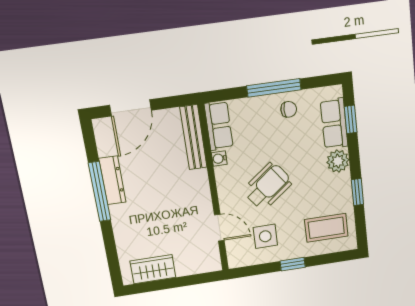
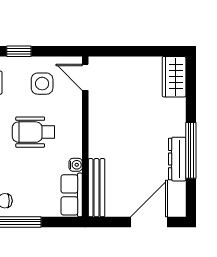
wheelchair: (268, 186) -> (33, 132), turned 37
door: (219, 228) -> (85, 77), moved
wardrobe: (153, 269) -> (174, 77), moved, turned 90

